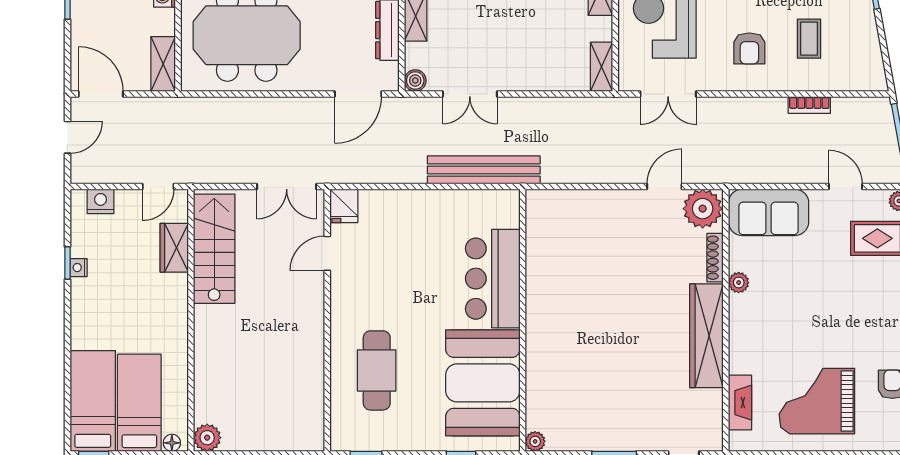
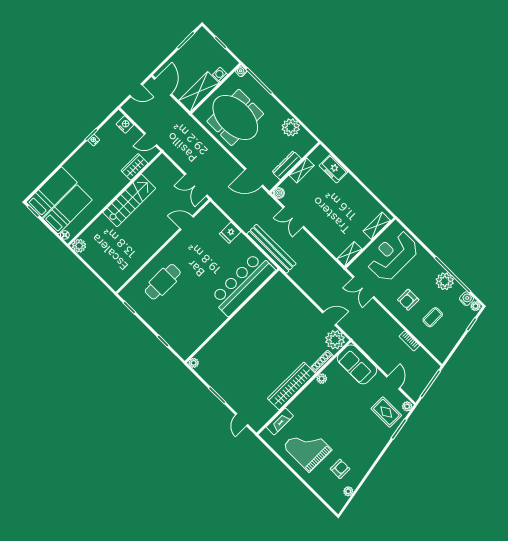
shelving: (163, 64) -> (199, 92), width x1.50, depth x1.33
fridge: (344, 206) -> (230, 233), moved
stairs: (214, 249) -> (129, 200), moved
bar counter: (493, 279) -> (242, 284), width x1.36
booth: (483, 383) -> (196, 324), removed

